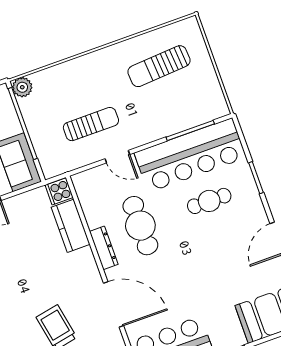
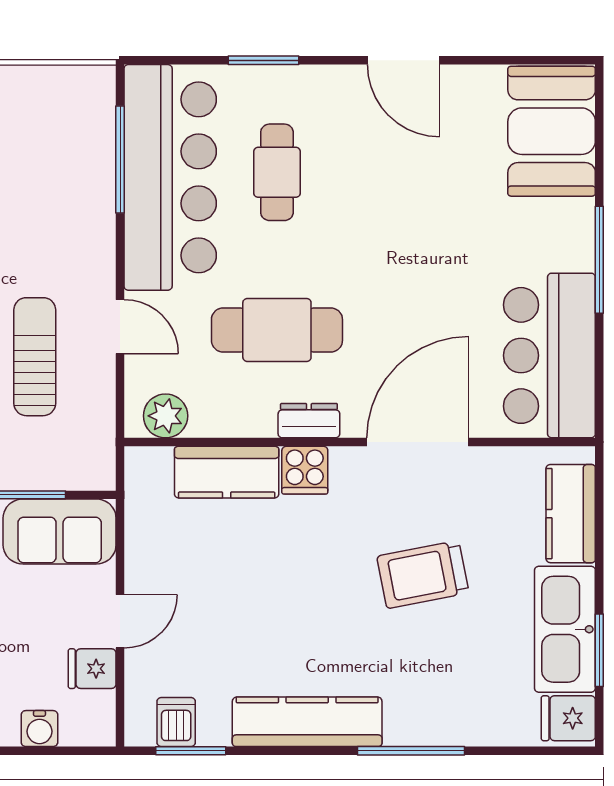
door: (117, 157) -> (120, 327), hinge flipped
plant: (86, 190) -> (166, 416), added
cooker: (59, 191) -> (305, 470), moved
dresser: (104, 248) -> (309, 421), width x0.70

